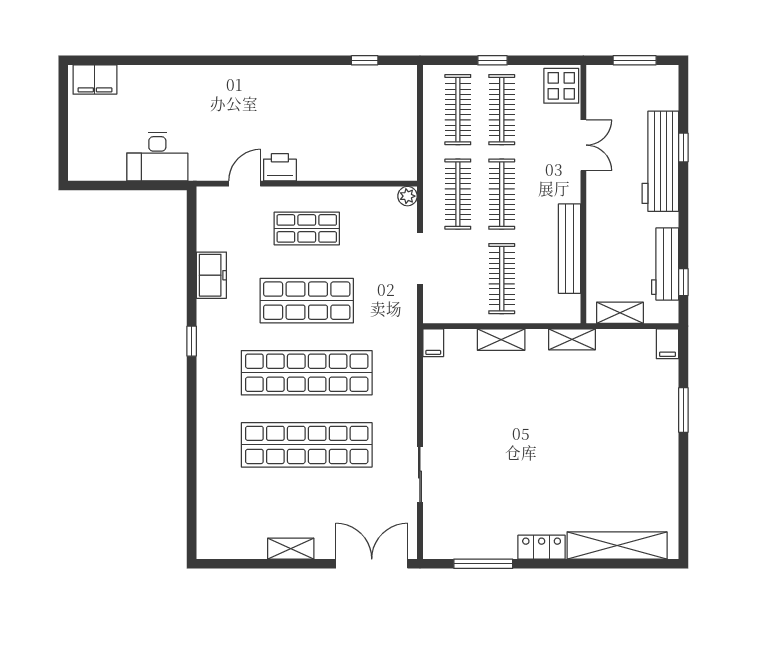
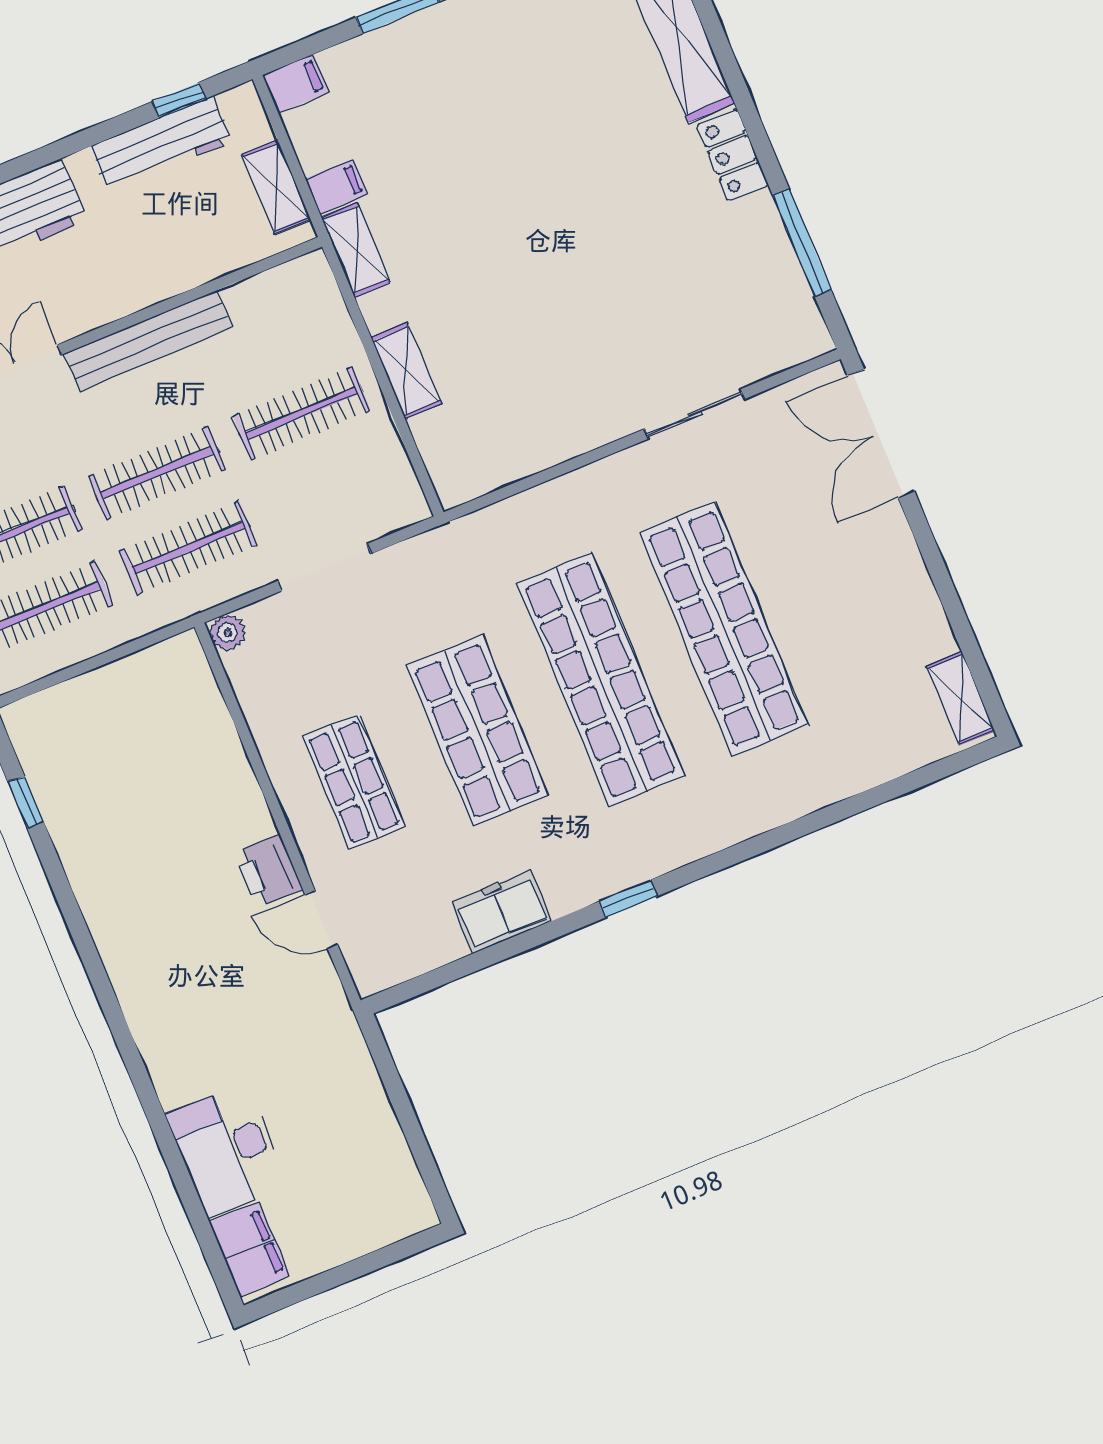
desk: (157, 157) -> (227, 1150), moved, turned 180
bench: (570, 249) -> (148, 341), moved
filing cabinet: (433, 343) -> (336, 187), moved
shelving: (291, 549) -> (961, 699), moved

